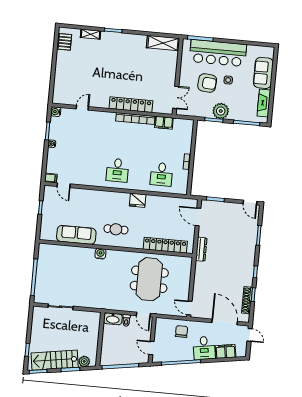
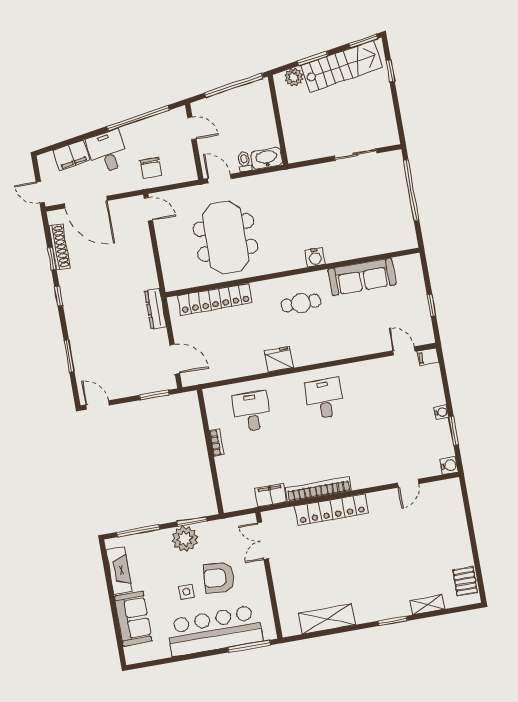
shelving: (163, 43) -> (327, 619), moved

